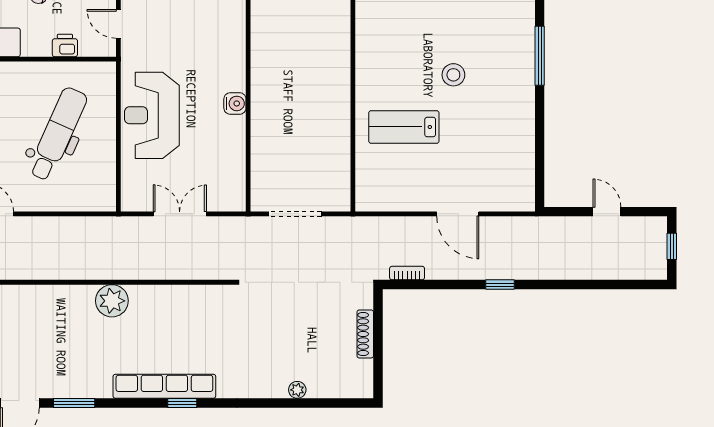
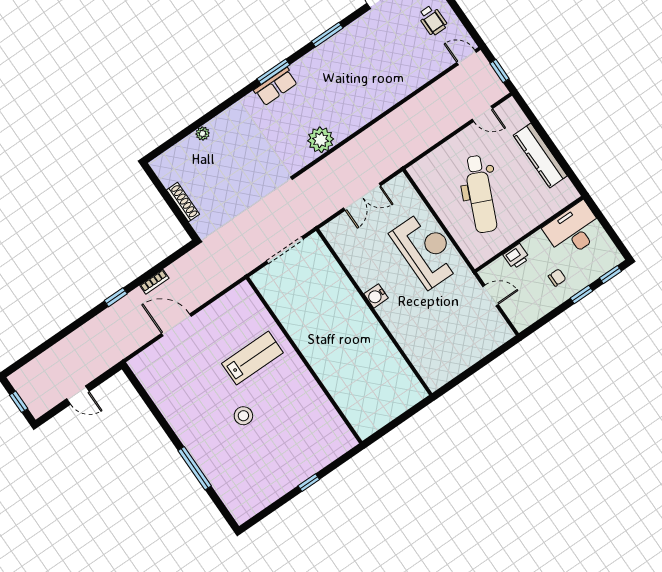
bookcase: (407, 273) -> (154, 282), moved
plant: (112, 301) -> (321, 140), moved
row of seats: (164, 386) -> (276, 87), width x0.50
window: (74, 403) -> (327, 35), moved
window: (182, 403) -> (273, 72), width x1.50

